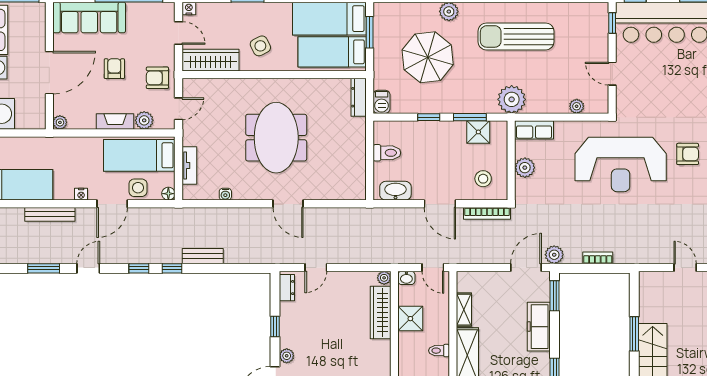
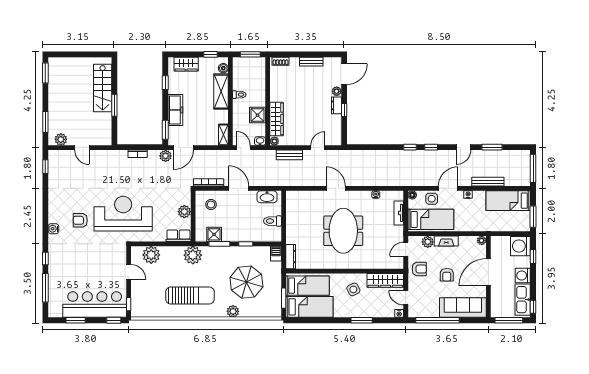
plant: (577, 106) -> (151, 255), width x1.87, depth x1.87
bench: (203, 256) -> (289, 155), moved
dresser: (287, 288) -> (336, 105), moved
shelving: (464, 310) -> (223, 135), moved

